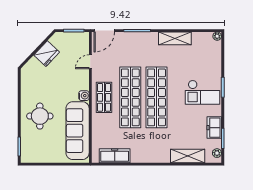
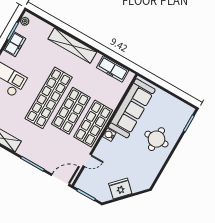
shop shelf: (104, 97) -> (93, 124), width x1.43, depth x1.36
shop shelf: (130, 97) -> (71, 111), width x0.71
shelving: (188, 156) -> (72, 45), moved, width x1.47

